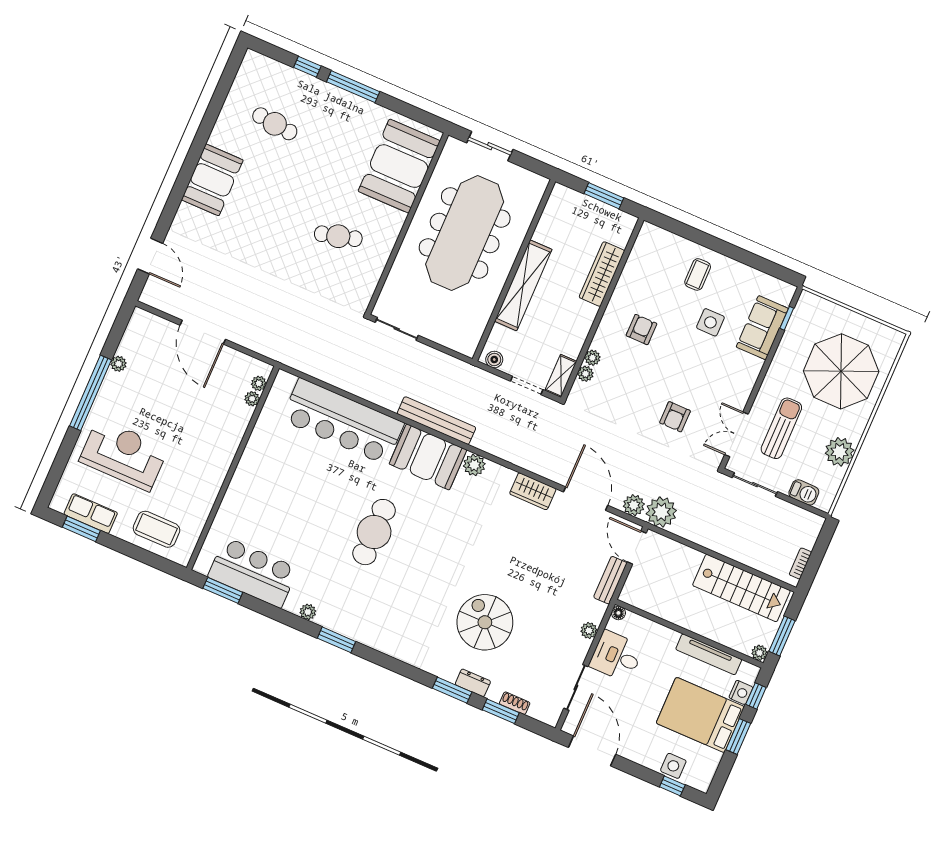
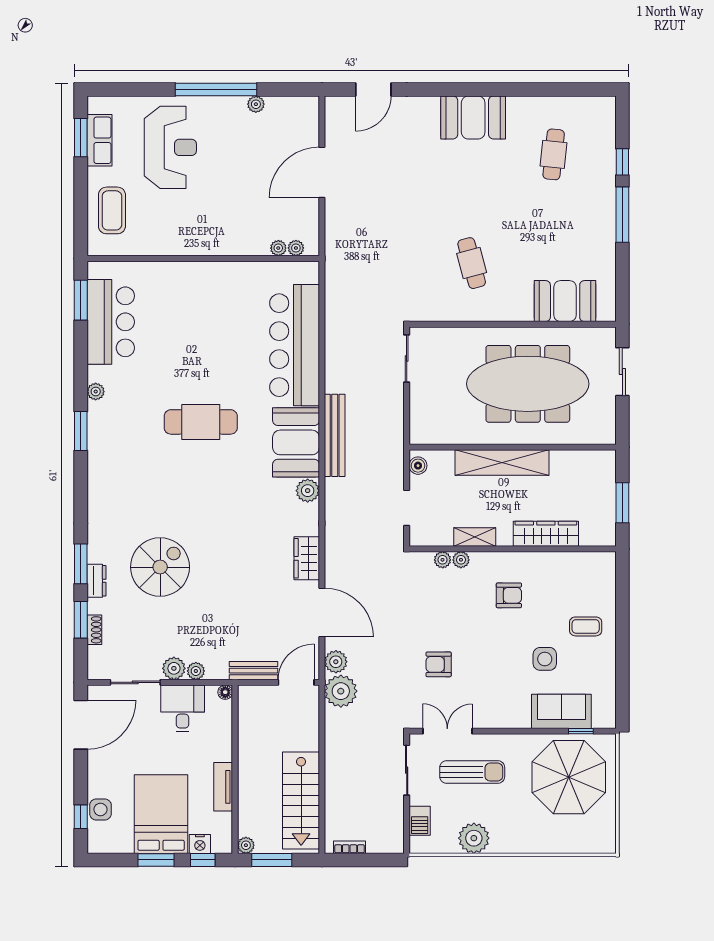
booth: (399, 166) -> (565, 301), width x0.73, depth x0.70
parasol: (841, 371) -> (569, 777), moved
shelving: (561, 376) -> (475, 537), moved
door: (586, 499) -> (322, 612), hinge flipped
plant: (578, 649) -> (174, 668), added
tv unit: (709, 654) -> (223, 787), width x0.71

